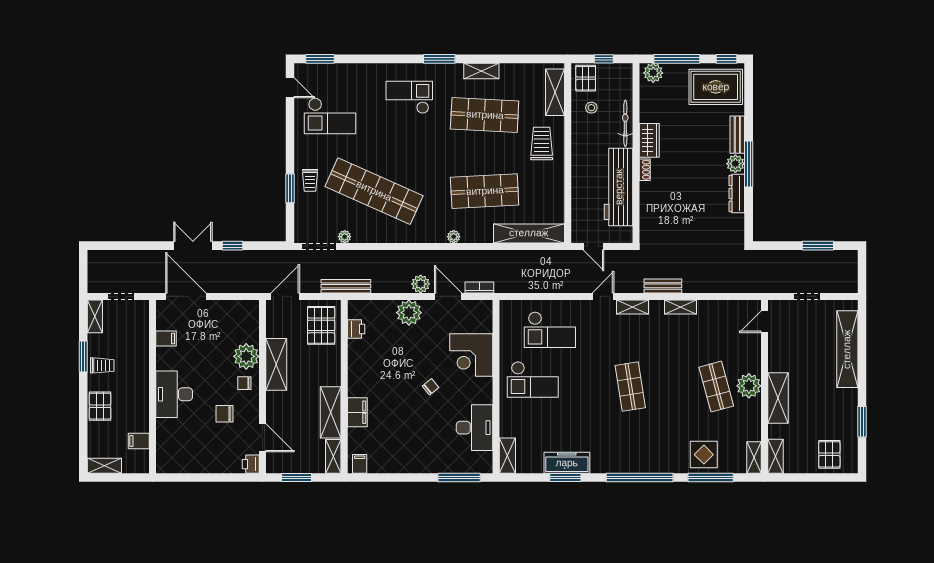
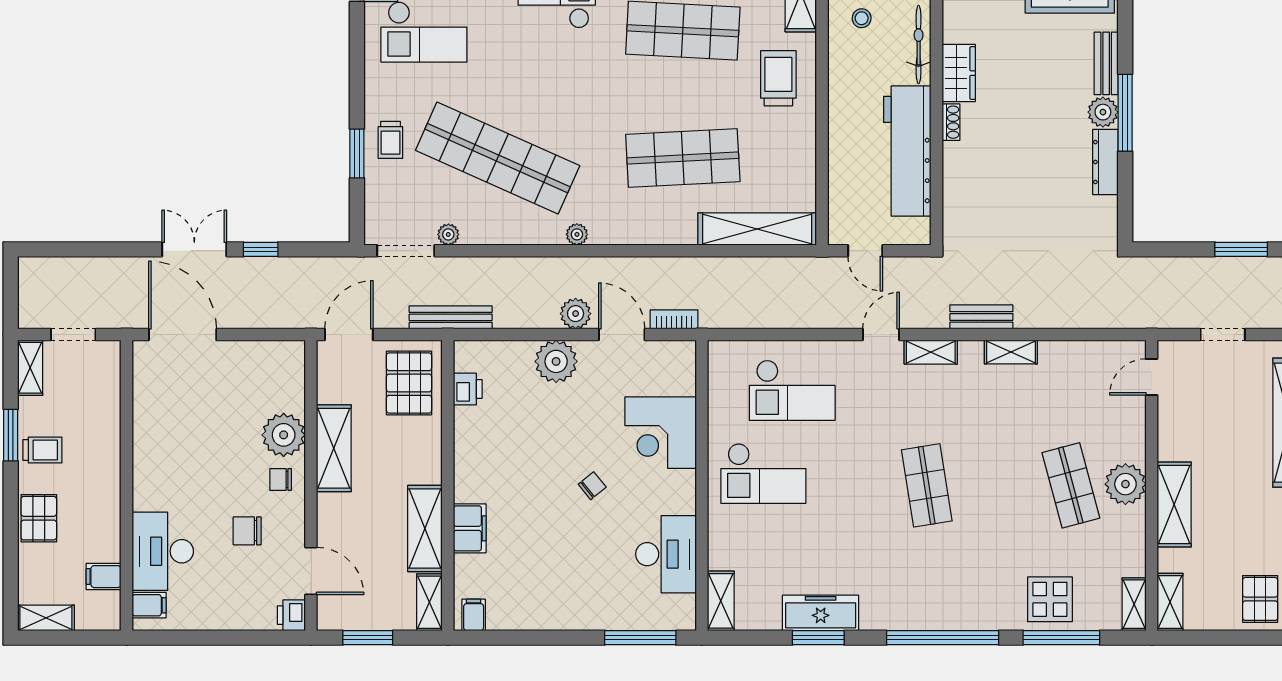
plant: (454, 237) -> (577, 234), moved
filing cabinet: (166, 339) -> (149, 605), moved
desk: (174, 394) -> (163, 551), moved

